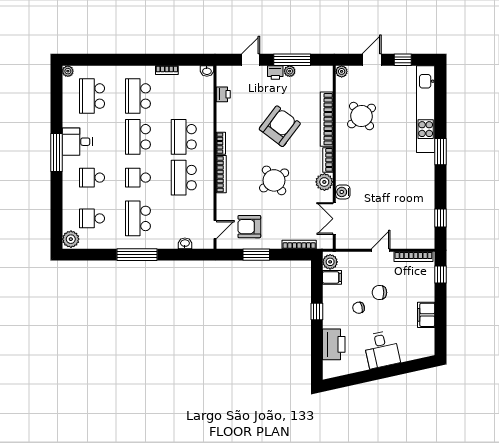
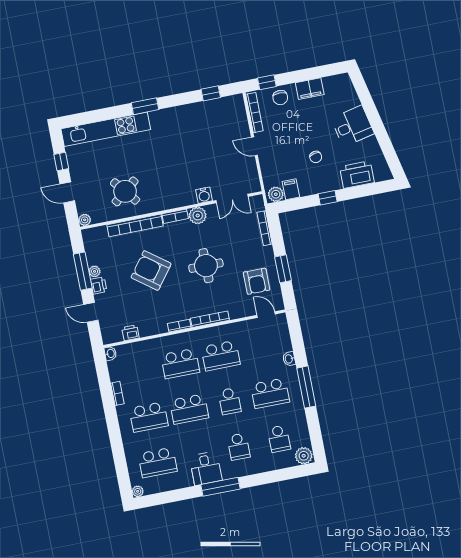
round table: (274, 180) -> (206, 266), turned 36
washbasin: (185, 243) -> (289, 359), moved
chair: (379, 292) -> (280, 98), moved

